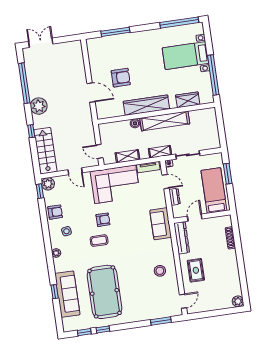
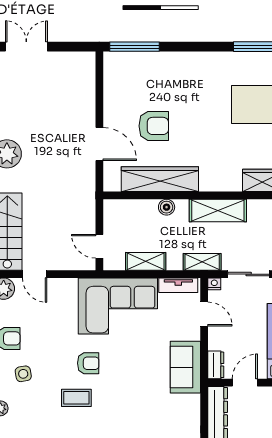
window: (115, 32) -> (135, 47), moved
wardrobe: (146, 105) -> (160, 179), moved
shelving: (165, 121) -> (218, 211), width x0.68
door: (75, 171) -> (35, 274), moved
dresser: (175, 197) -> (216, 365), moved
sofa: (161, 224) -> (185, 367), moved

